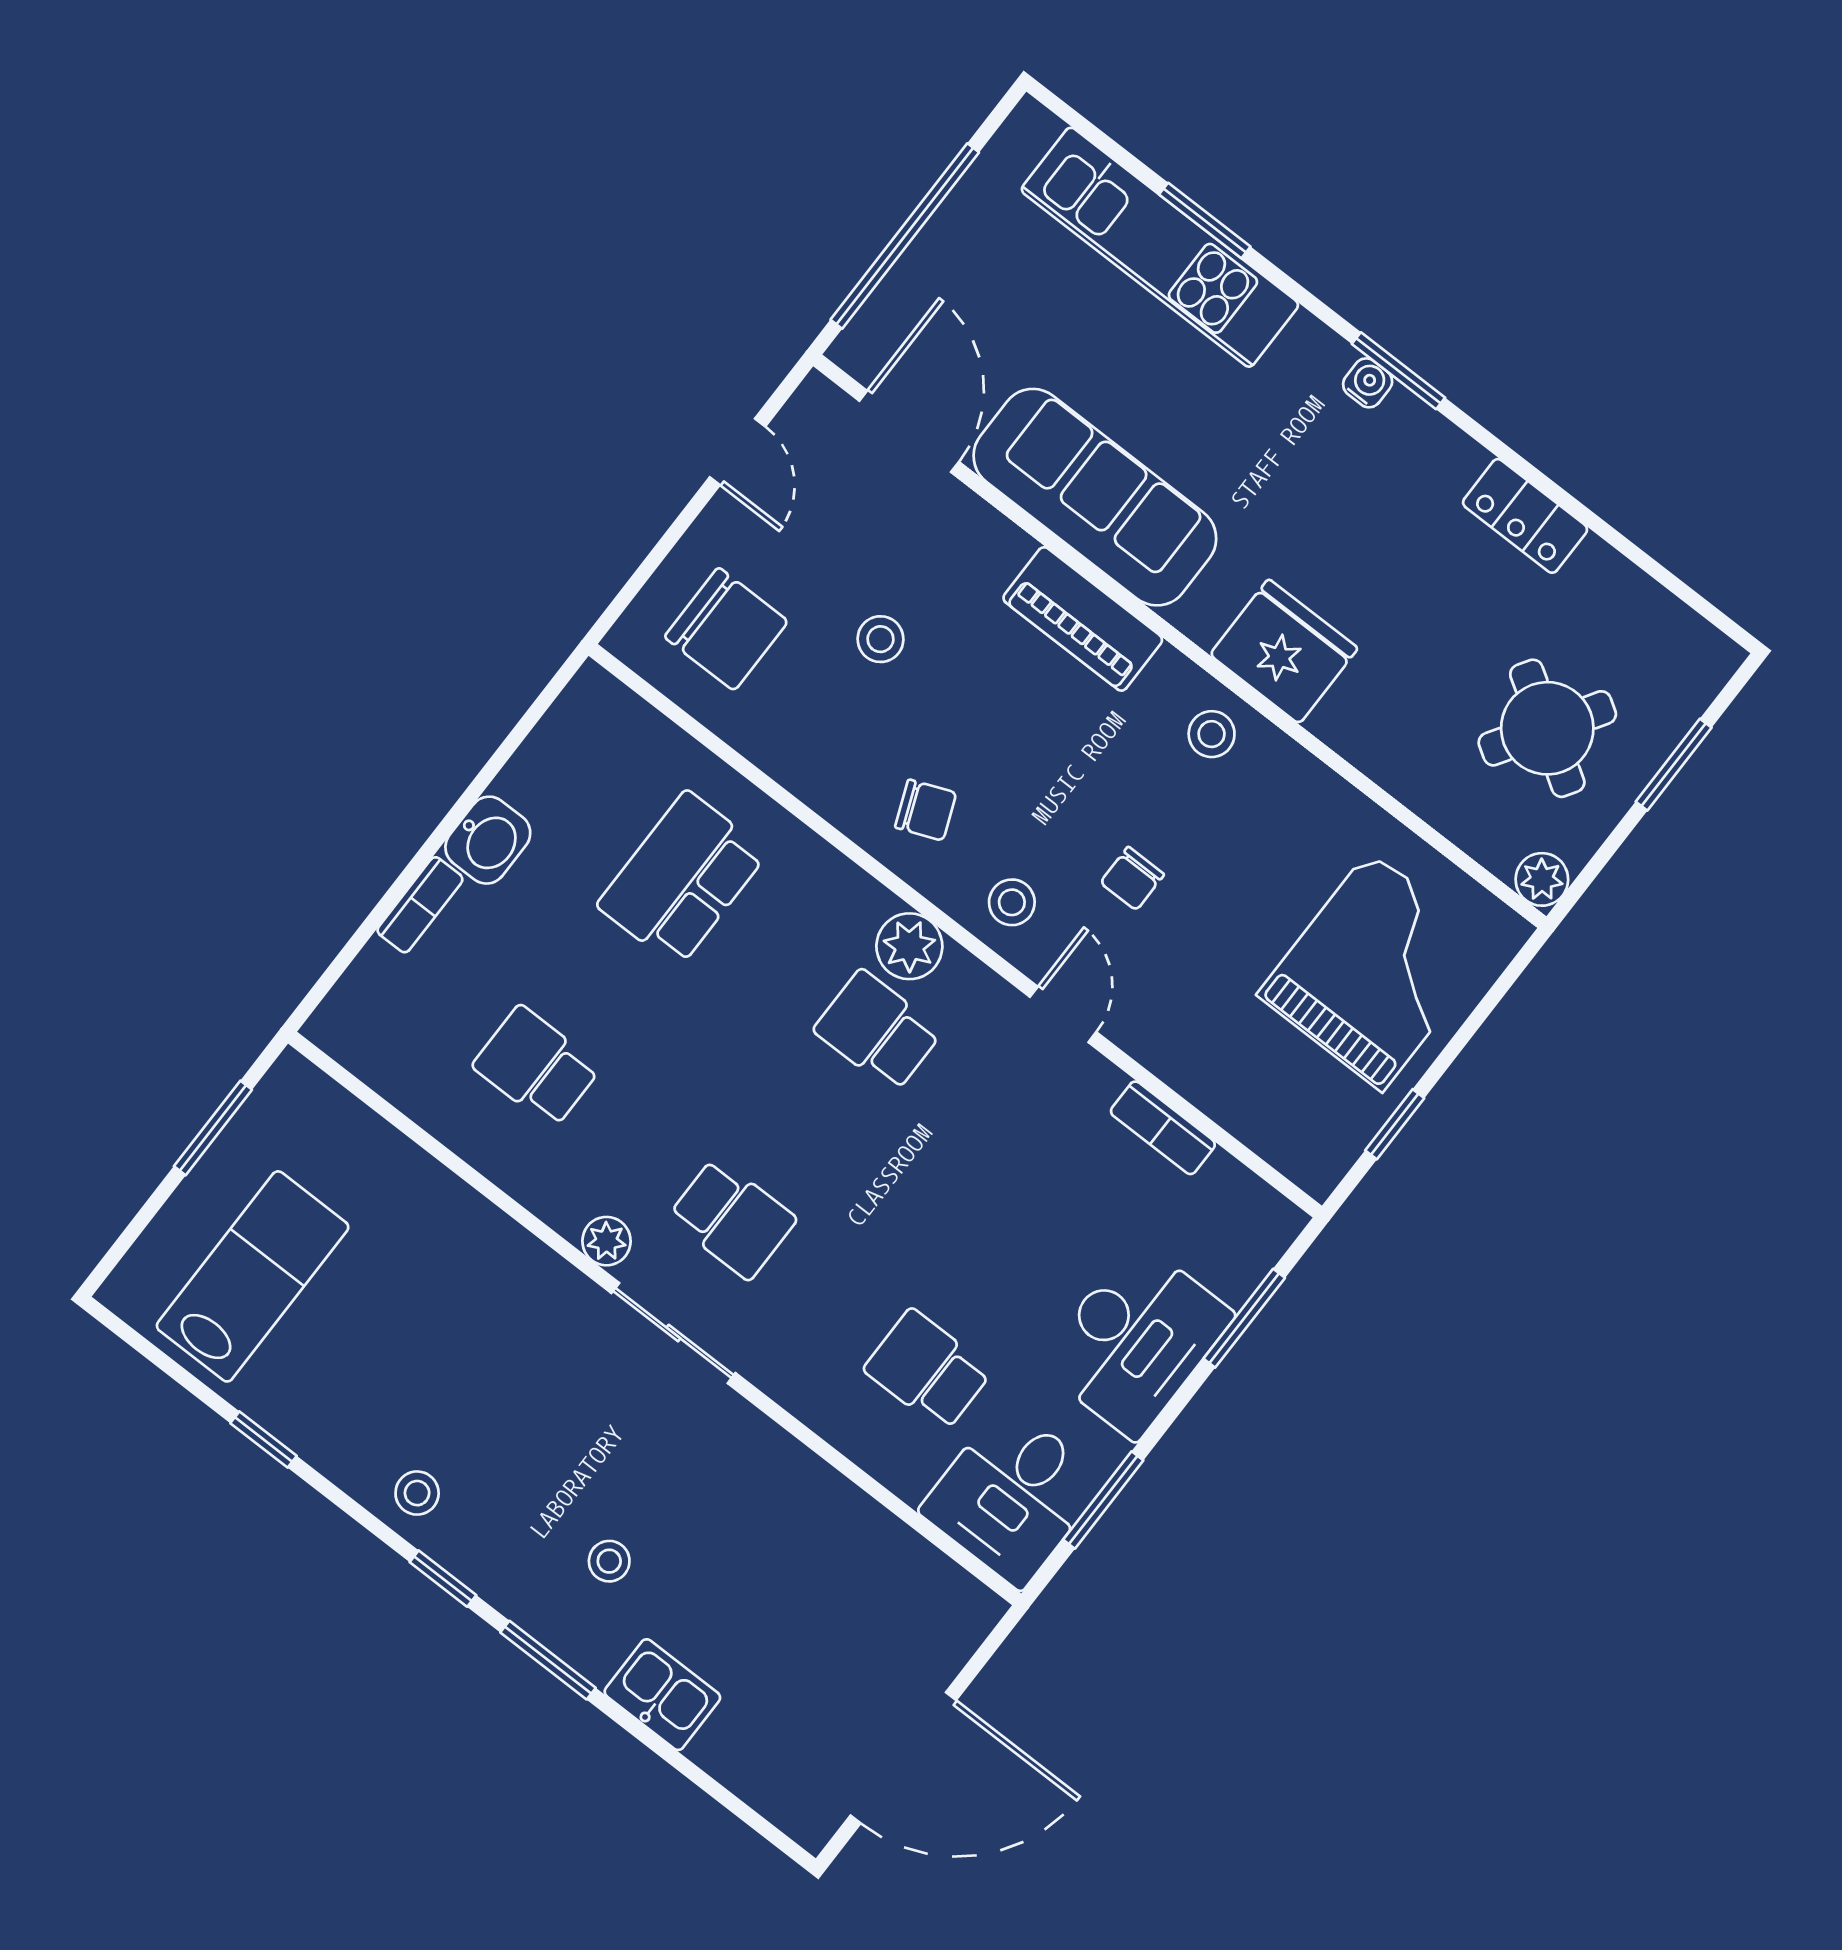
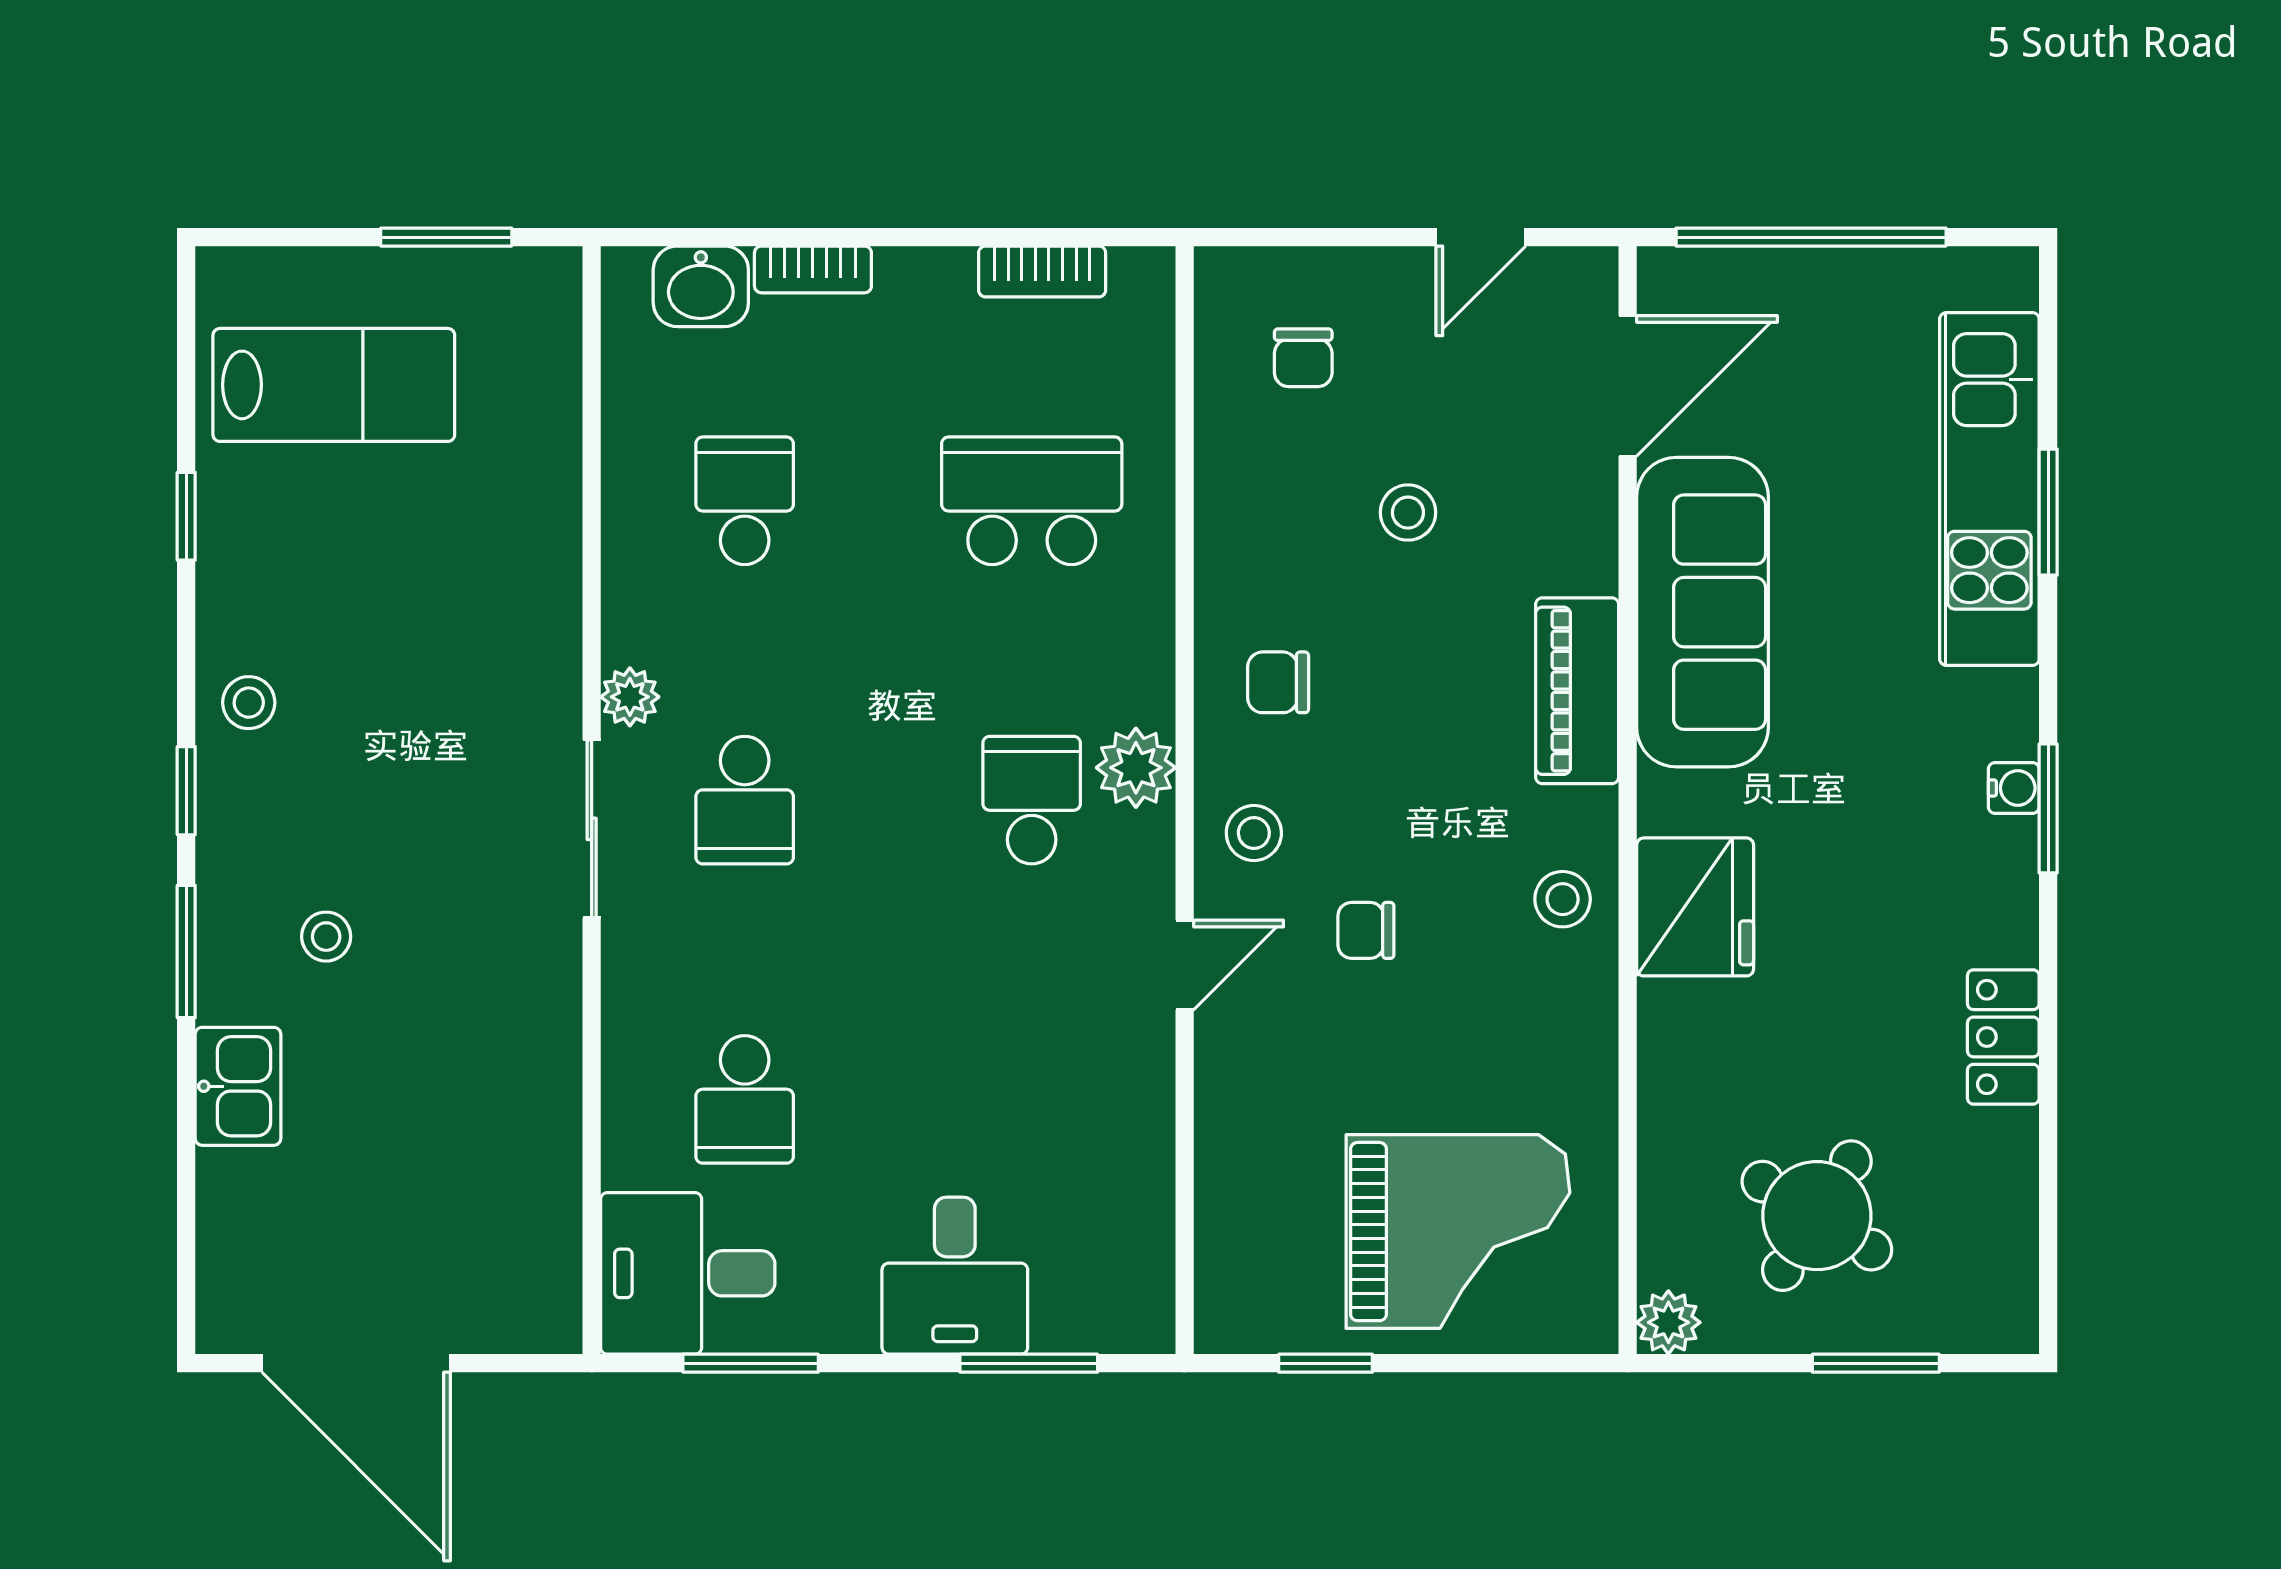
chair: (726, 629) -> (1303, 358), width x0.54, depth x0.54
chair: (926, 810) -> (1278, 682), turned 112
washbasin: (488, 840) -> (701, 286), moved
bookcase: (1163, 1128) -> (1042, 271), moved, turned -90
desk: (1136, 1340) -> (955, 1276), width x0.73
school desk: (928, 1370) -> (745, 1099), turned 180

